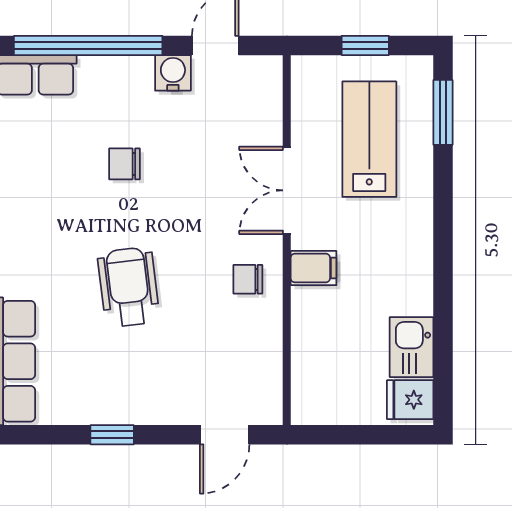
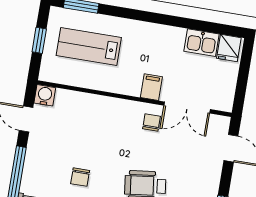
water cooler: (173, 73) -> (45, 95), moved, turned 90
double door: (287, 190) -> (187, 107), moved
chair: (248, 279) -> (152, 122), turned 180

